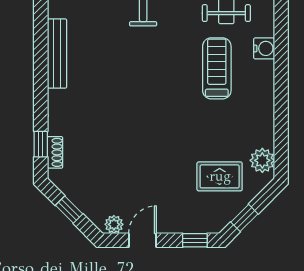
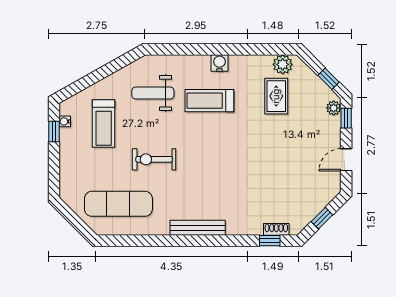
water cooler: (264, 48) -> (220, 63), moved
rug: (220, 176) -> (276, 96), moved
plant: (114, 224) -> (334, 108), moved
door: (142, 240) -> (346, 160), hinge flipped

